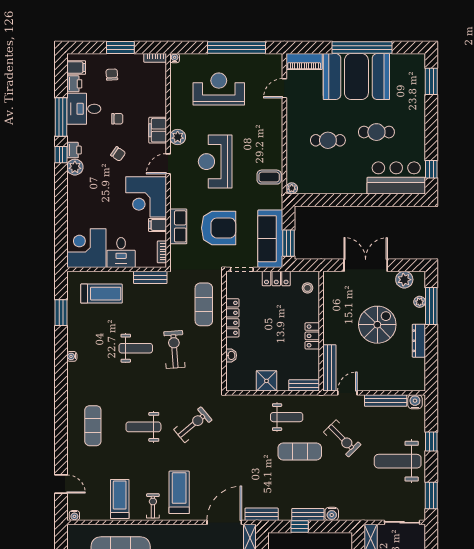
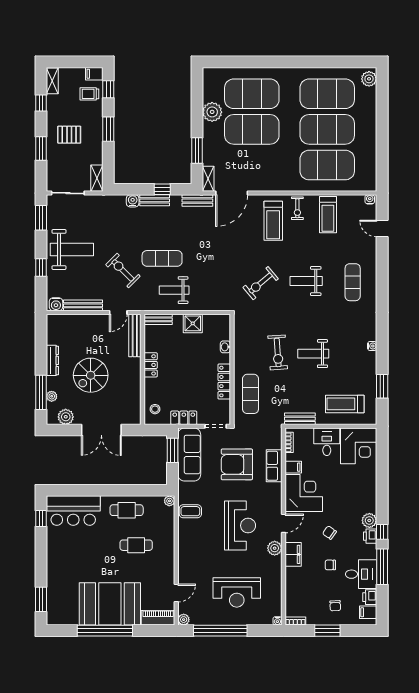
plant: (276, 60) -> (184, 620), added
cafe table: (376, 132) -> (127, 510), moved
weight bench: (143, 427) -> (306, 281), turned 180

